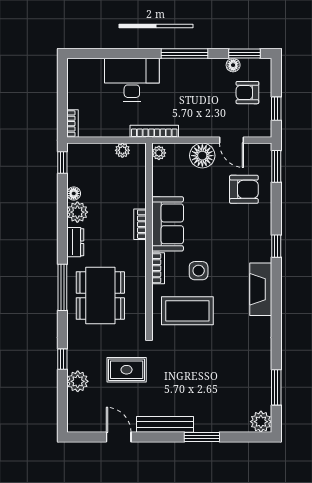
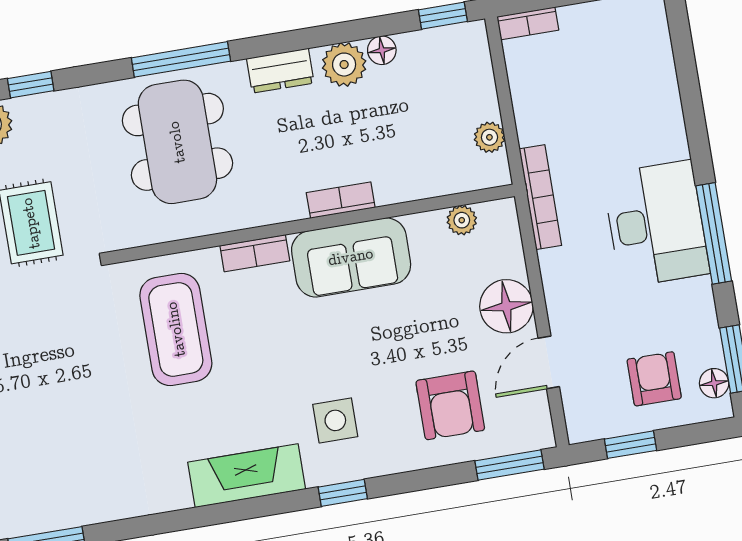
floor lamp: (233, 65) -> (714, 383), moved
desk: (132, 80) -> (656, 224), moved
plant: (159, 153) -> (462, 220), moved
side table: (199, 271) -> (335, 420), moved
dining table: (100, 295) -> (177, 142), turned 90

